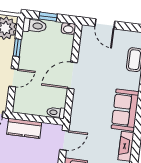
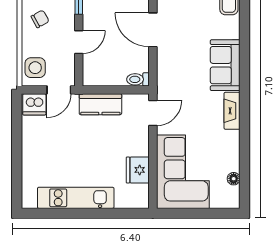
door: (72, 76) -> (153, 30), hinge flipped

